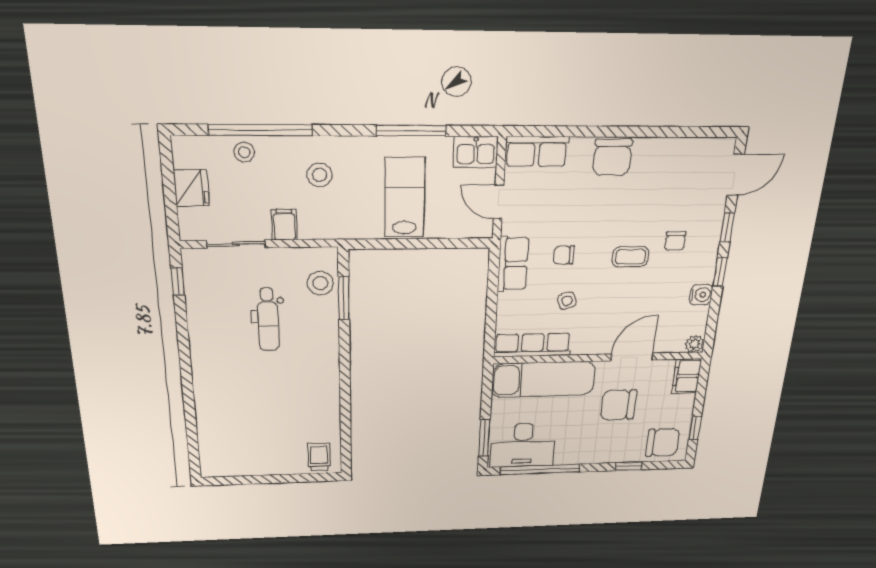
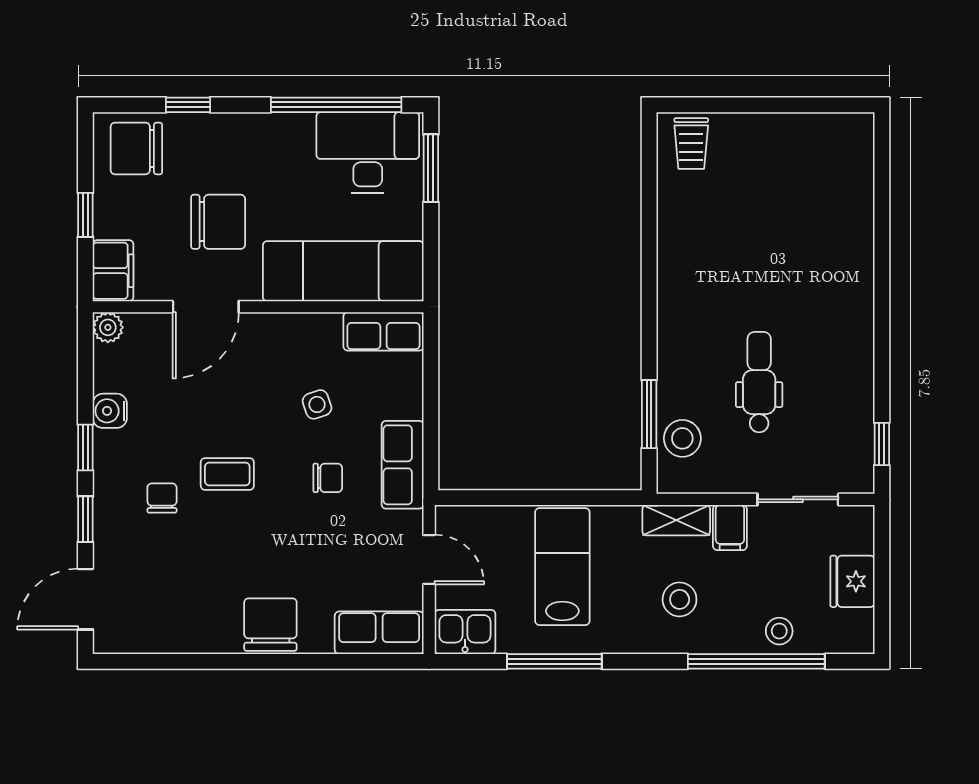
lab bench: (405, 197) -> (562, 567), turned 180
shelving: (323, 229) -> (676, 520), added
row of seats: (533, 345) -> (383, 331), width x0.68
window: (695, 428) -> (85, 215), moved

